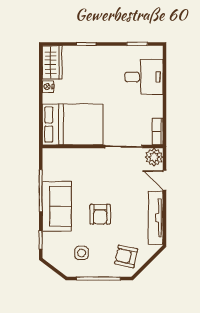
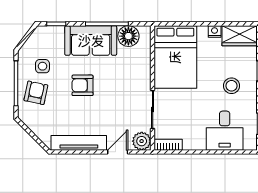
stool: (101, 70) -> (232, 86), added
floor lamp: (53, 170) -> (128, 36), added
armchair: (126, 256) -> (36, 93), moved

